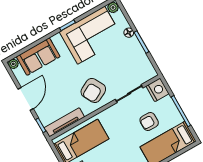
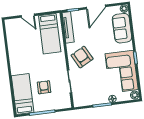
nightstand: (157, 90) -> (64, 102), removed
door: (26, 99) -> (96, 7), hinge flipped

